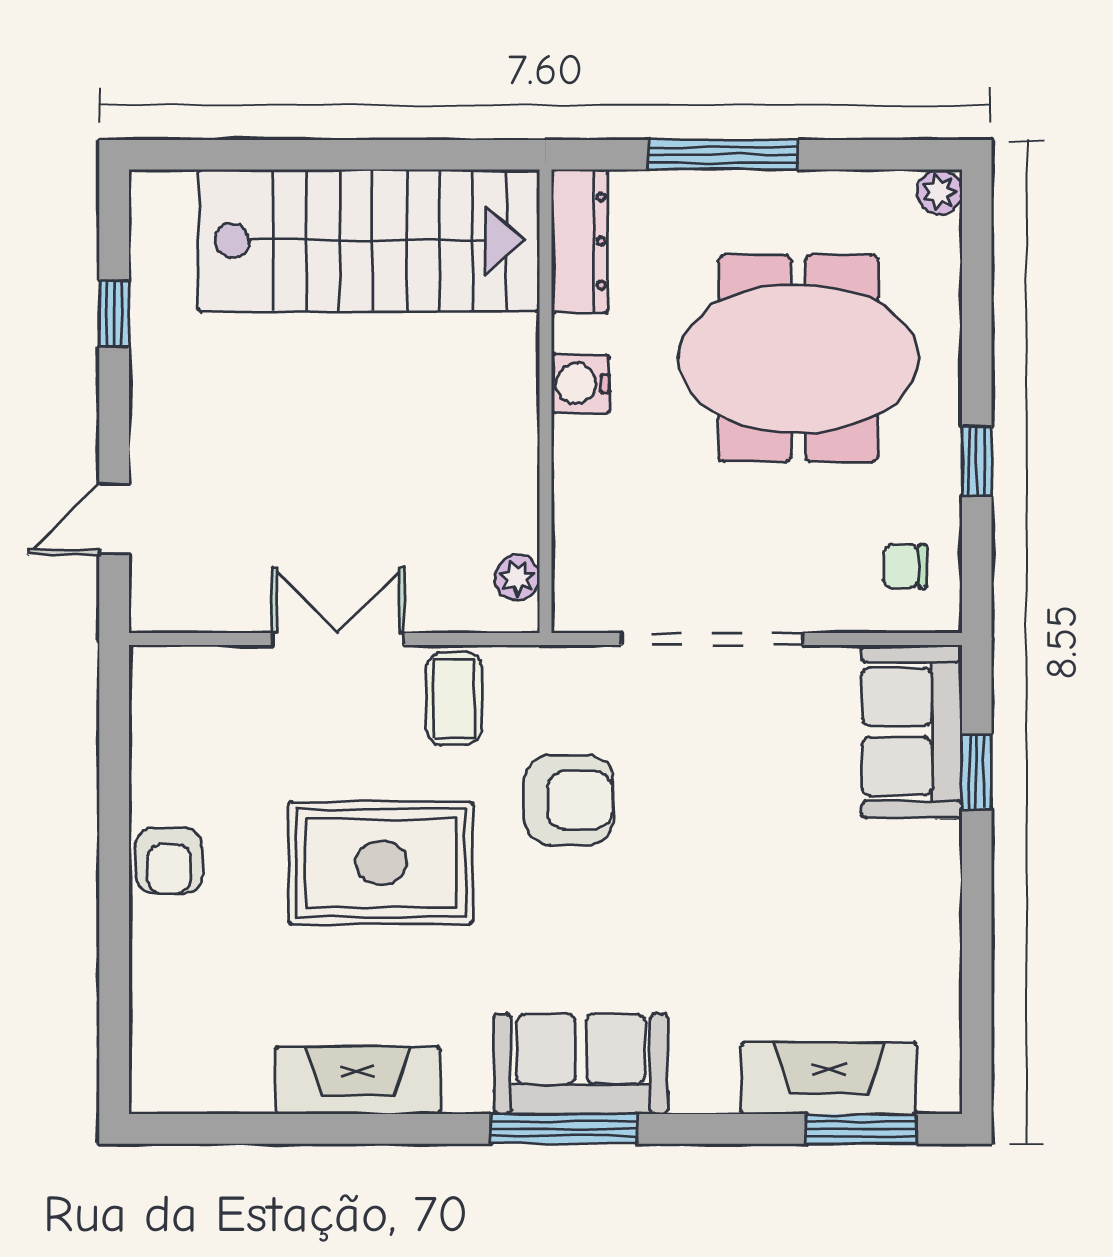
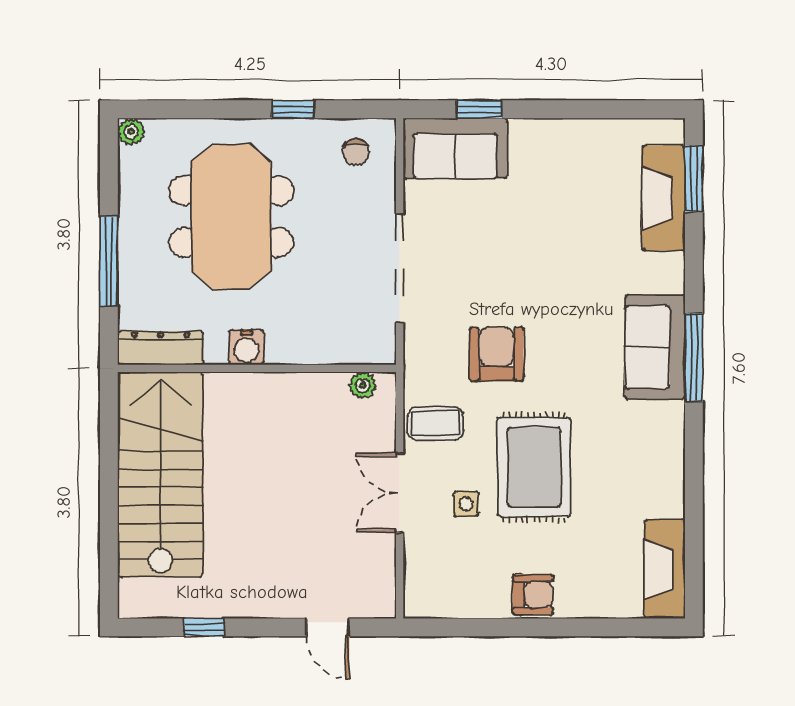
side table: (320, 750) -> (466, 504), added
fireplace: (358, 1080) -> (665, 569), moved

